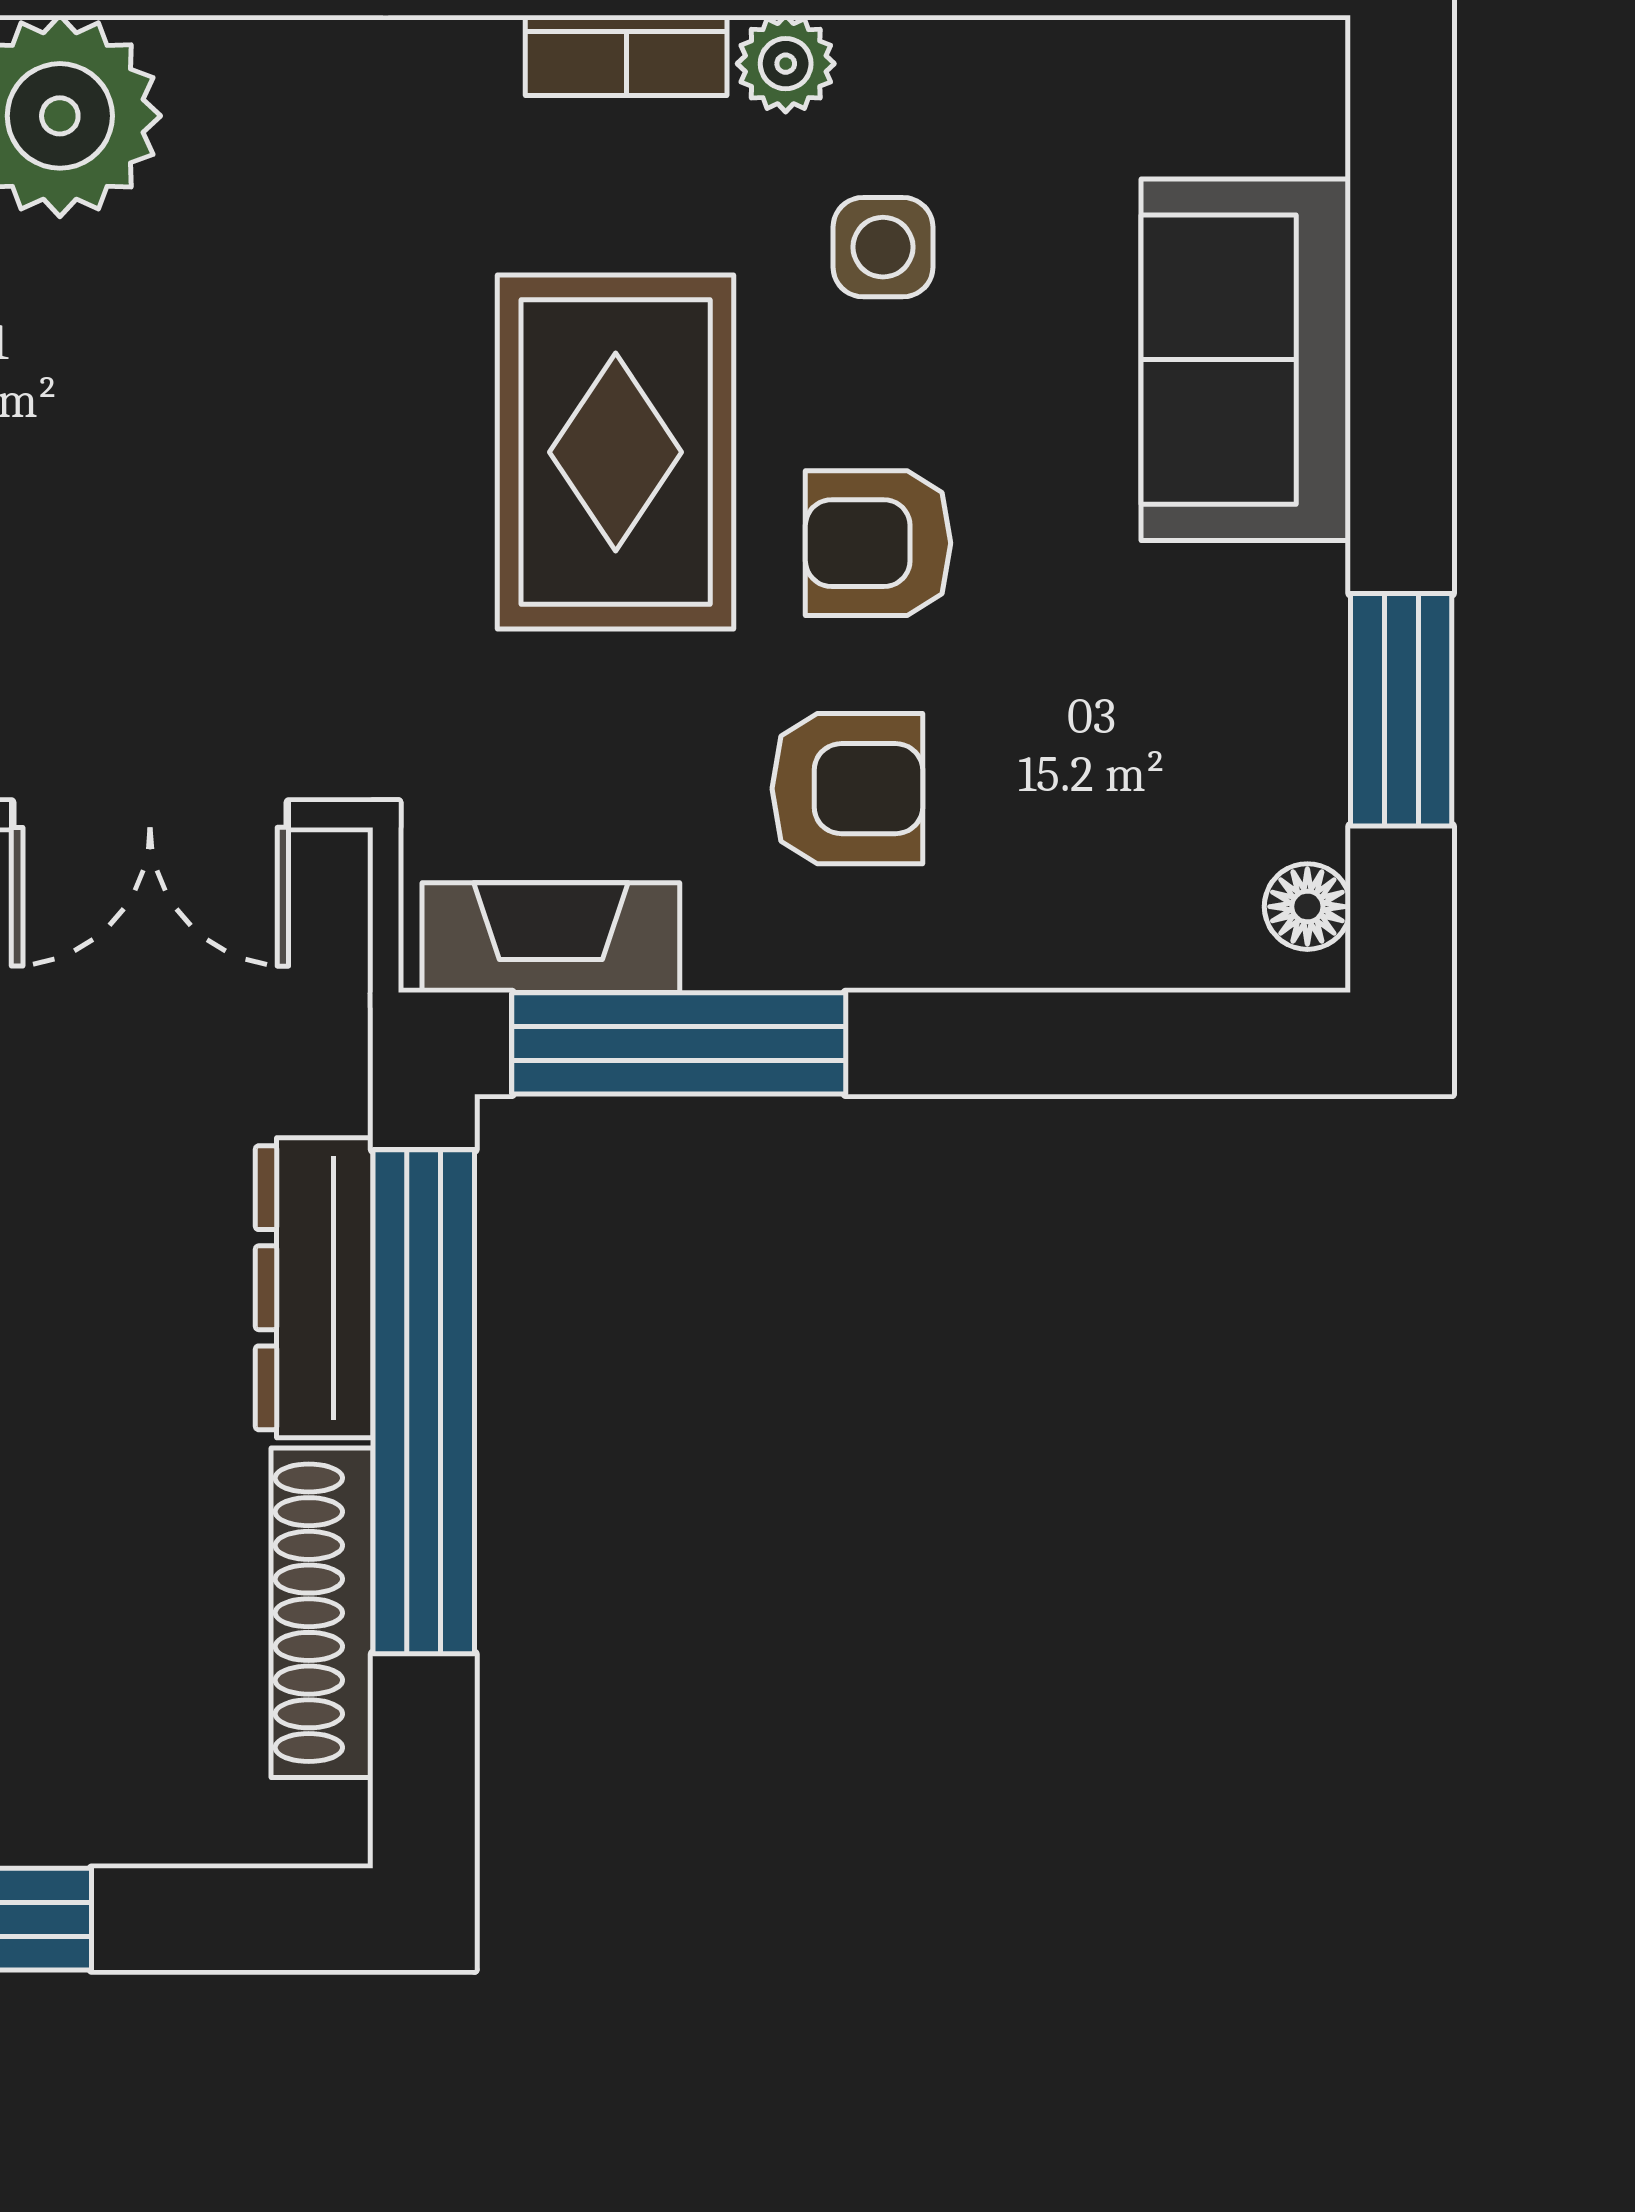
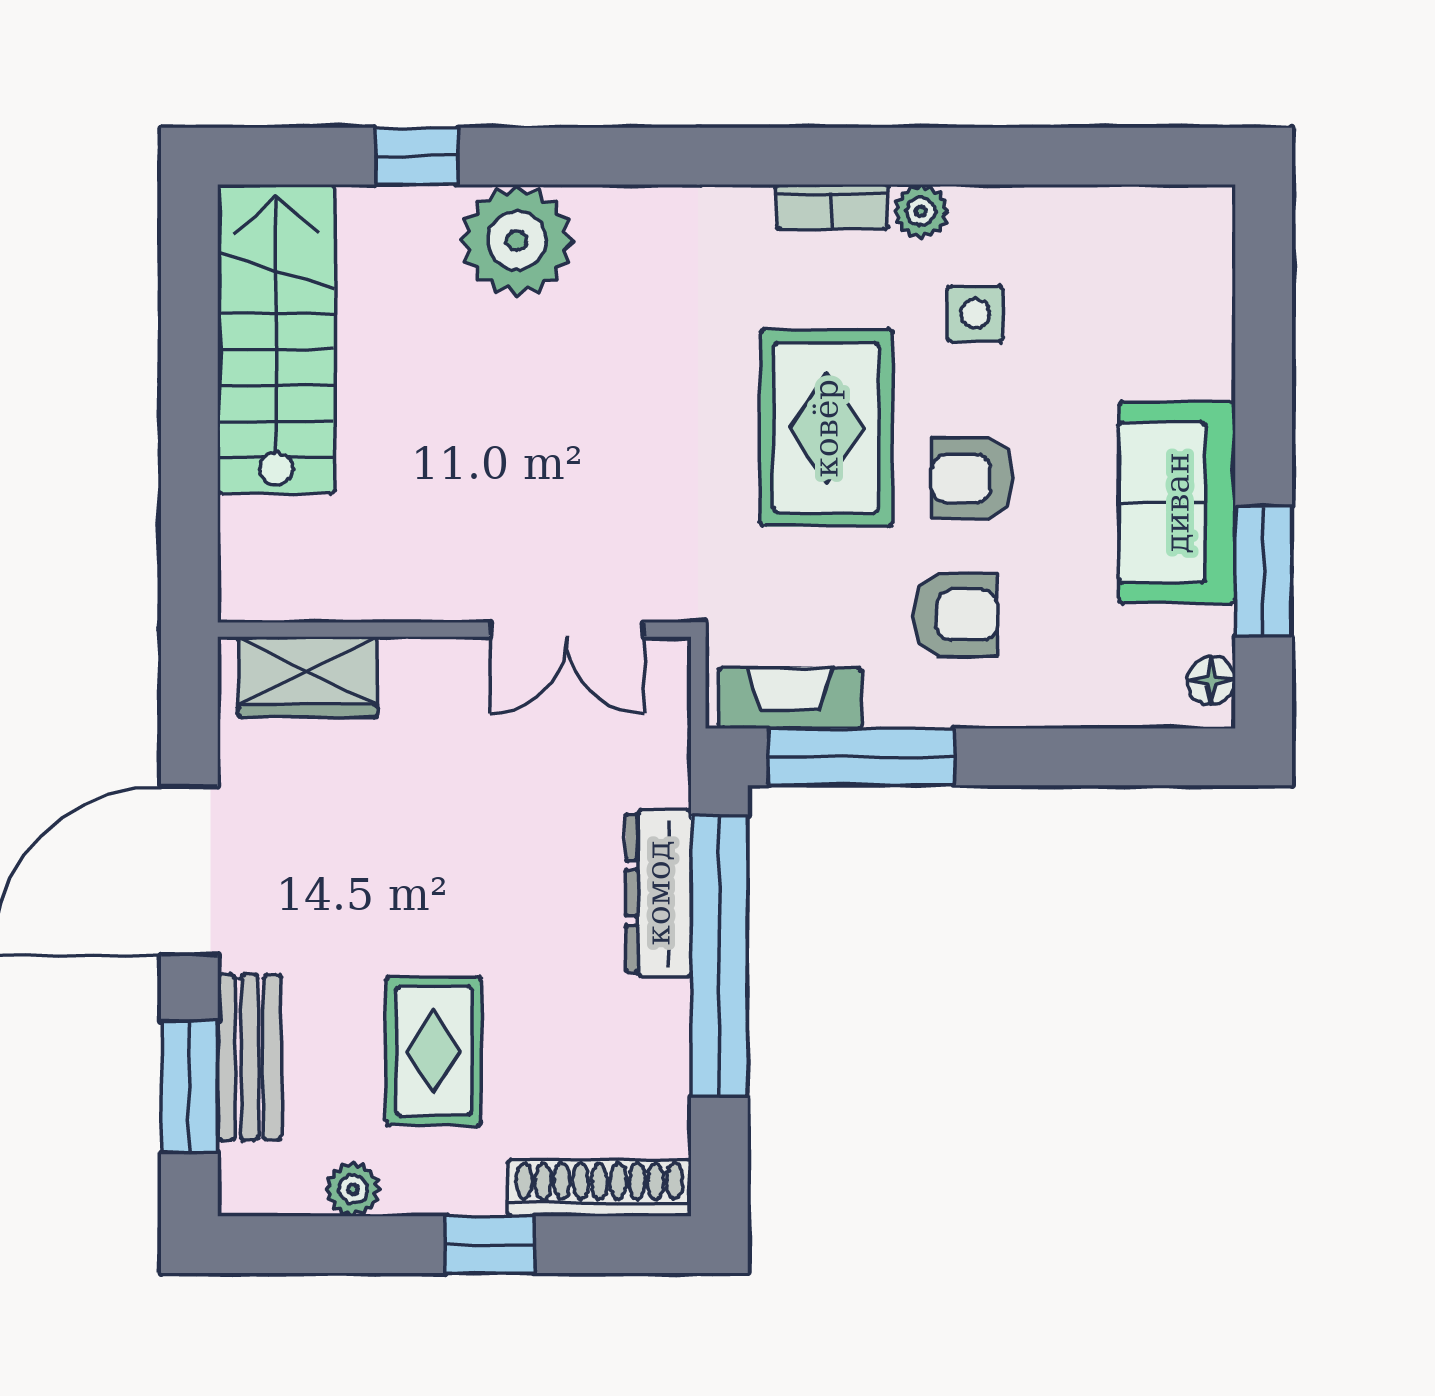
sofa: (1246, 360) -> (1177, 503), moved
shoe rack: (322, 1613) -> (599, 1188), moved, turned 90

